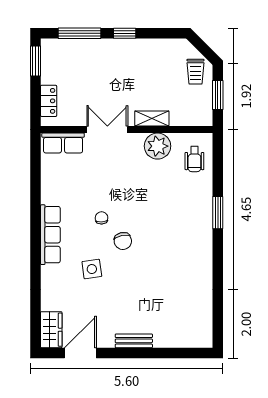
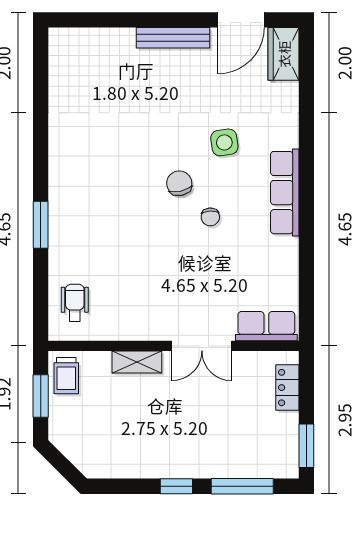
trolley: (195, 72) -> (66, 376), moved, turned 180
plant: (158, 146) -> (129, 322), removed
bench: (134, 341) -> (173, 38), width x1.36

